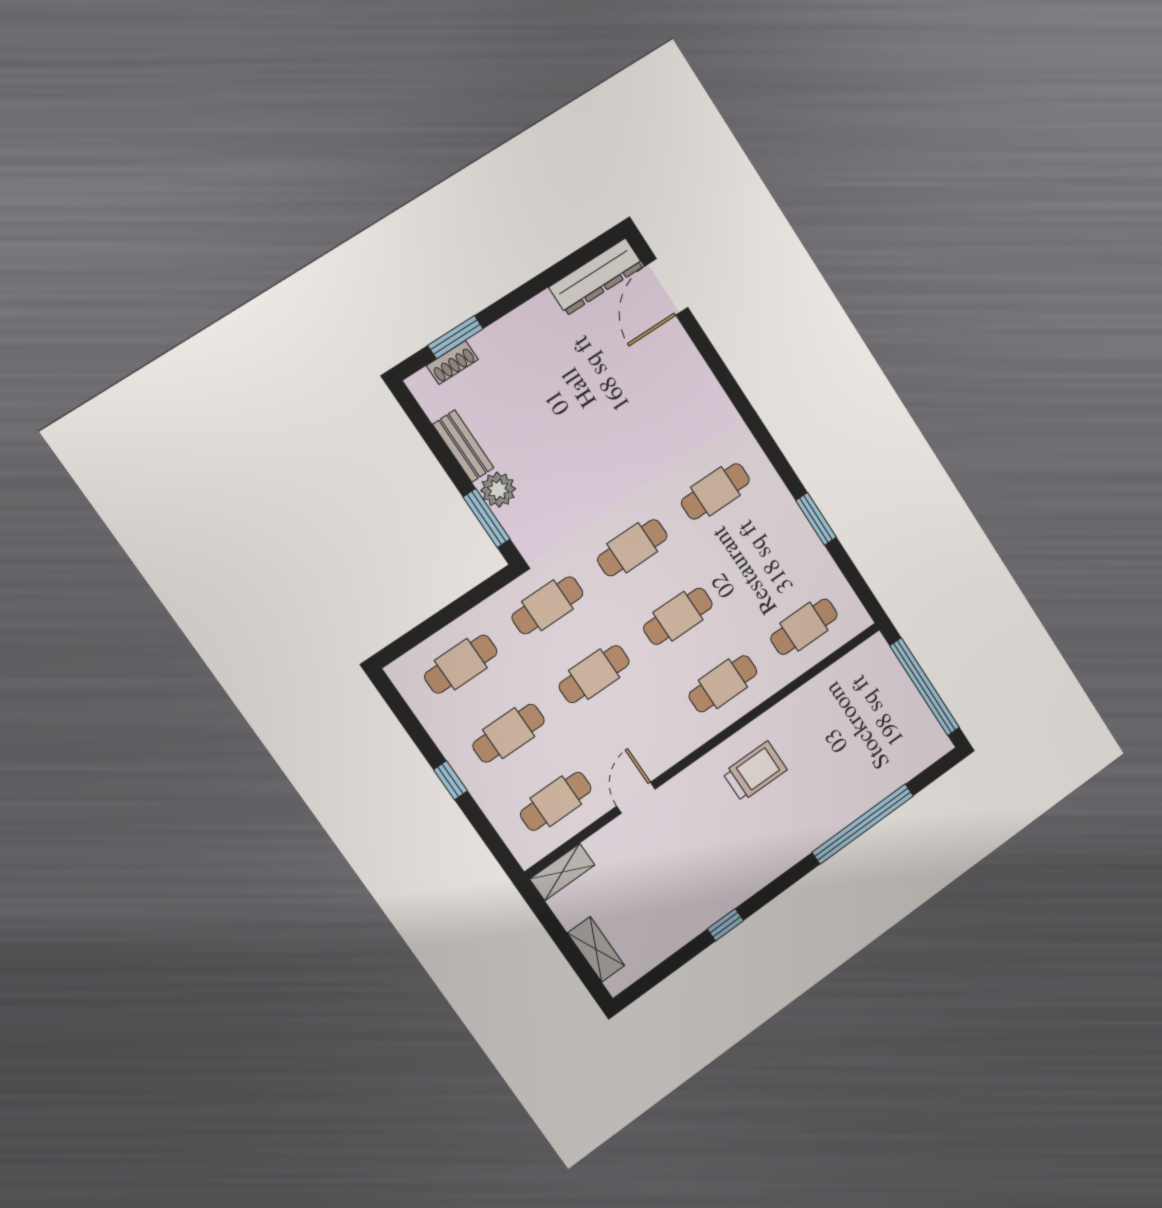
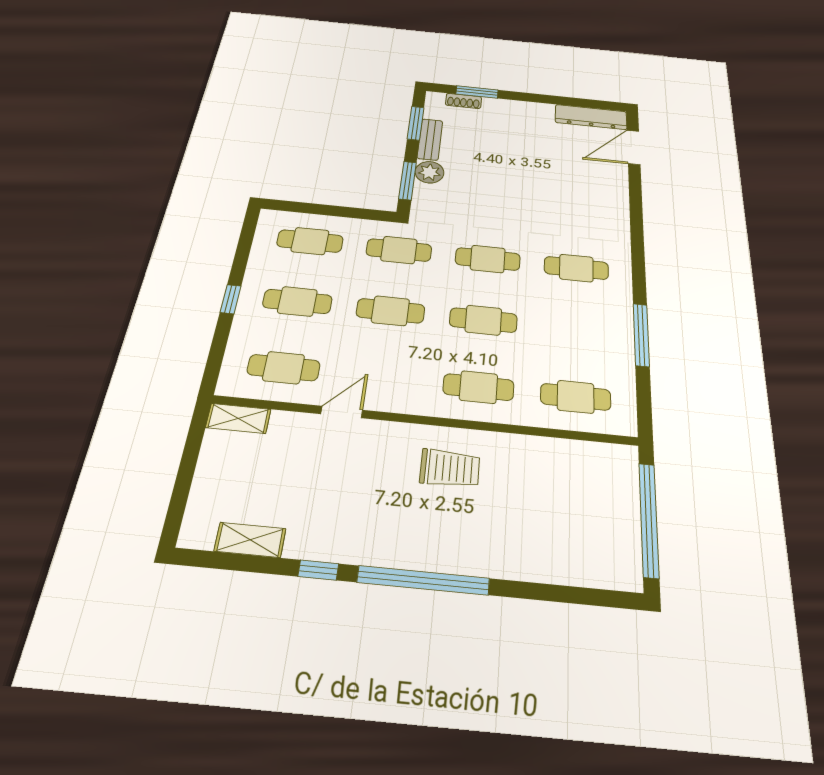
window: (431, 436) -> (416, 123), added
window: (816, 519) -> (641, 335), width x1.44
window: (863, 824) -> (423, 580), moved
shelving: (596, 949) -> (250, 540), moved, turned 90

